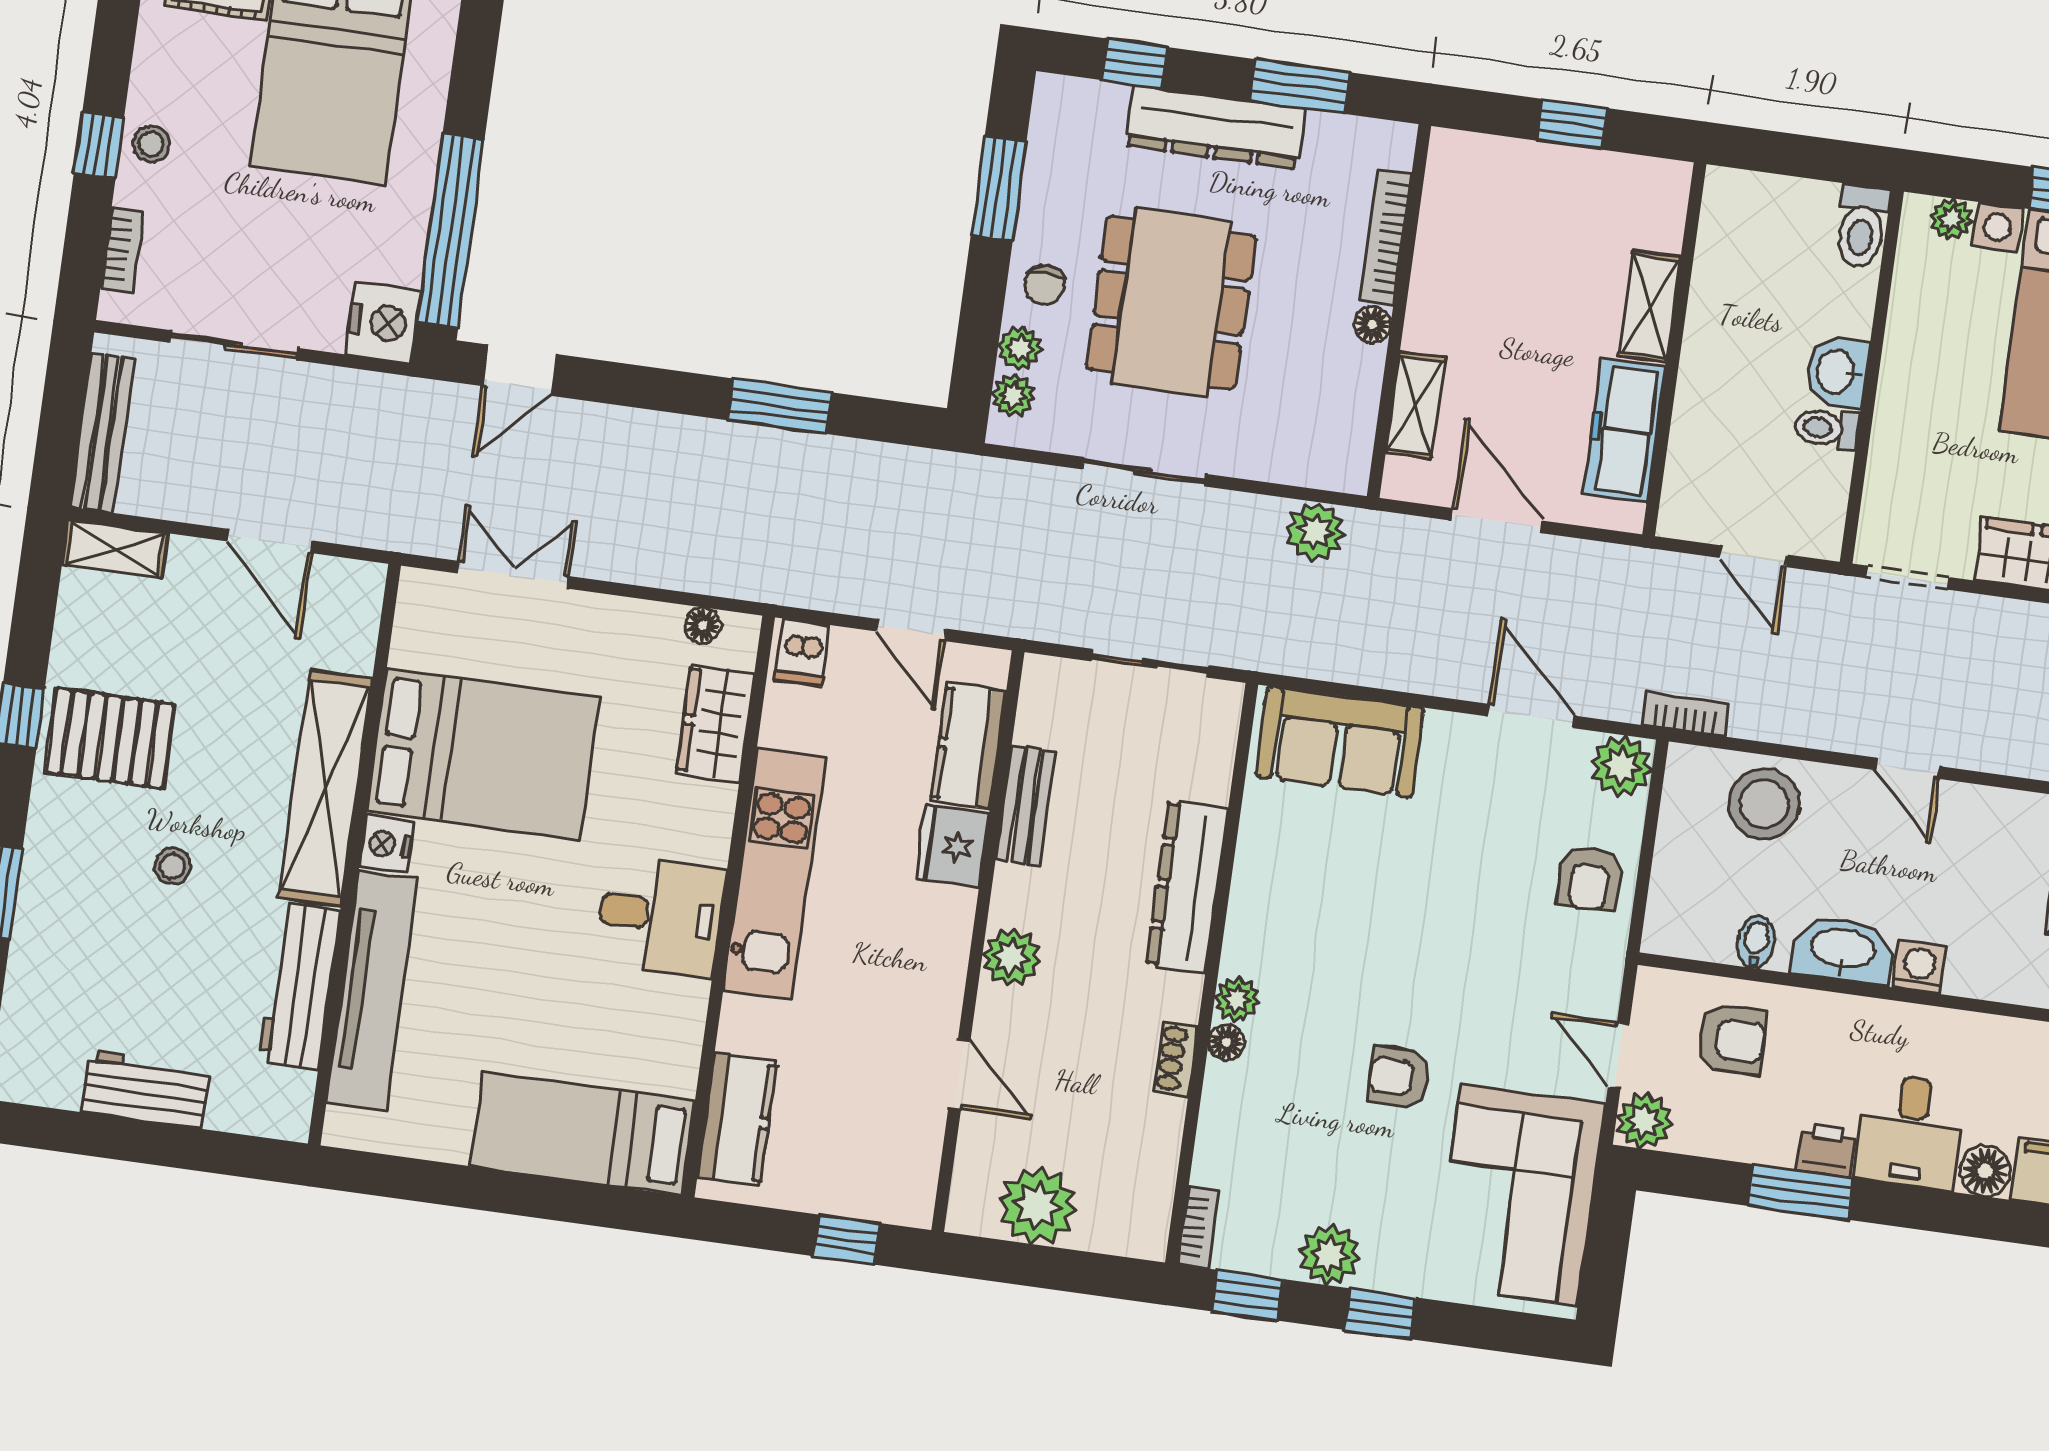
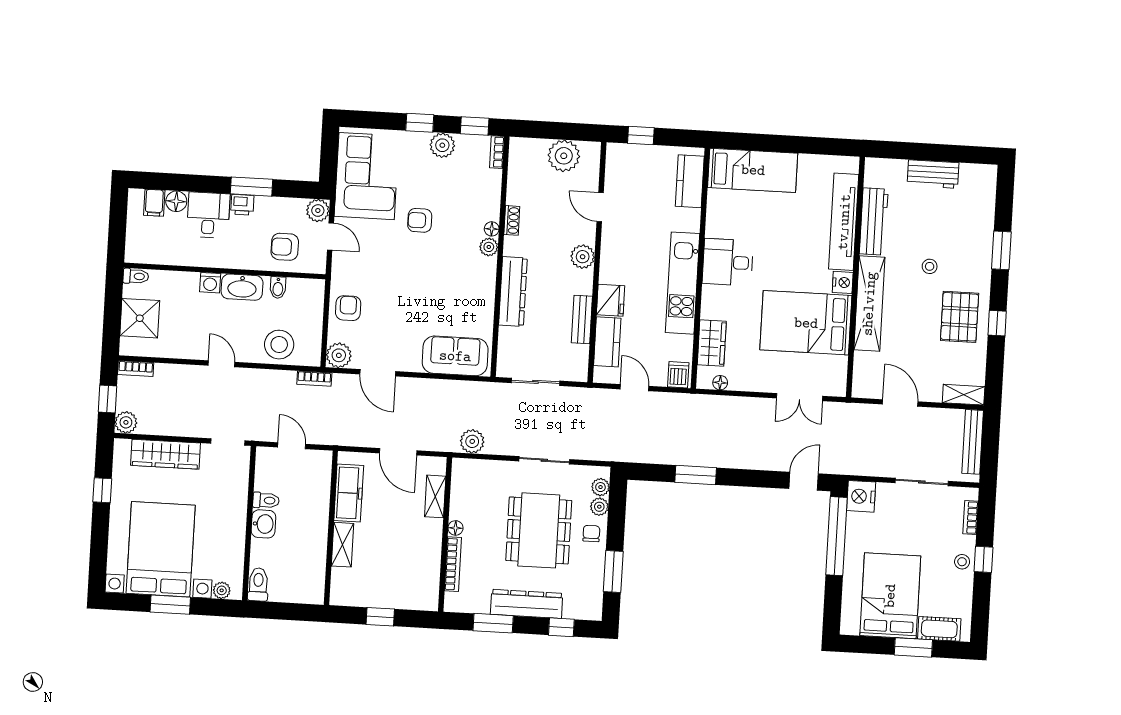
pallet: (110, 738) -> (960, 317), turned 90
armchair: (1399, 1077) -> (420, 220), turned 180

